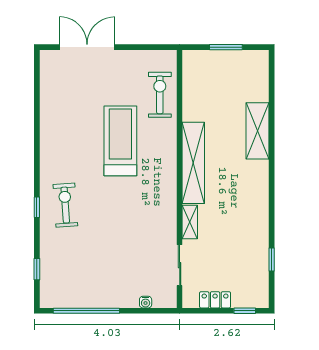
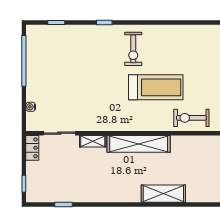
exercise bike: (160, 95) -> (191, 118), turned 180
exercise bike: (65, 205) -> (133, 49), moved, turned 94
locker: (215, 300) -> (32, 148), moved

